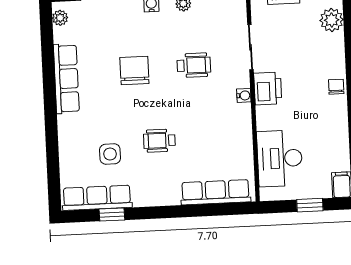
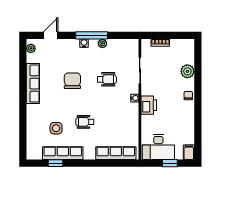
plant: (332, 20) -> (187, 71), moved
printer: (268, 89) -> (149, 105), moved
desk: (280, 158) -> (158, 147), moved, turned -90
row of seats: (97, 198) -> (63, 153), moved

